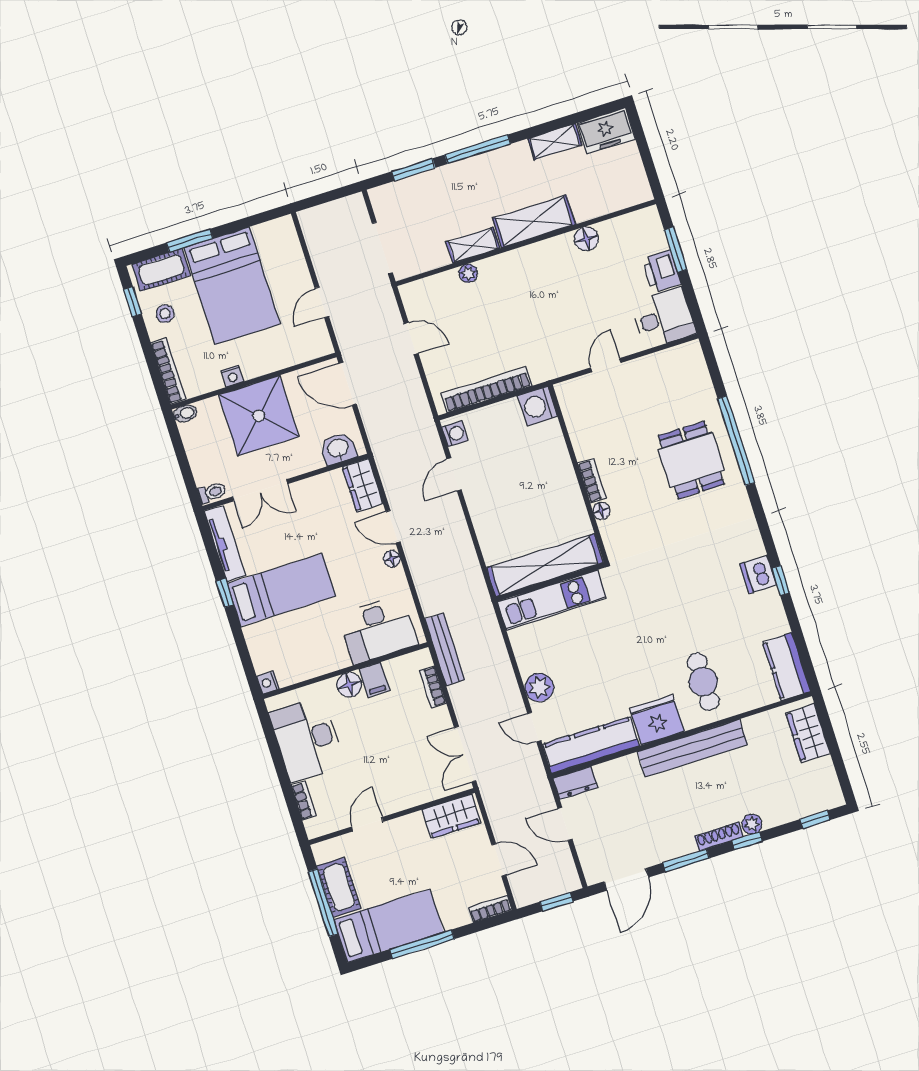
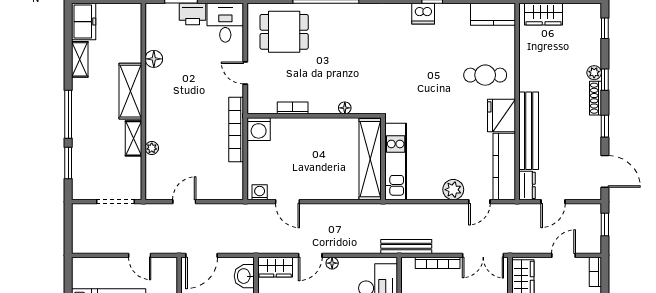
bookcase: (487, 390) -> (236, 130), moved
dining table: (691, 460) -> (284, 32), moved
bookcase: (592, 481) -> (293, 108), moved
bookcase: (433, 687) -> (438, 263), width x1.56
bench: (692, 748) -> (529, 131), moved
window: (686, 860) -> (605, 126), width x0.67

